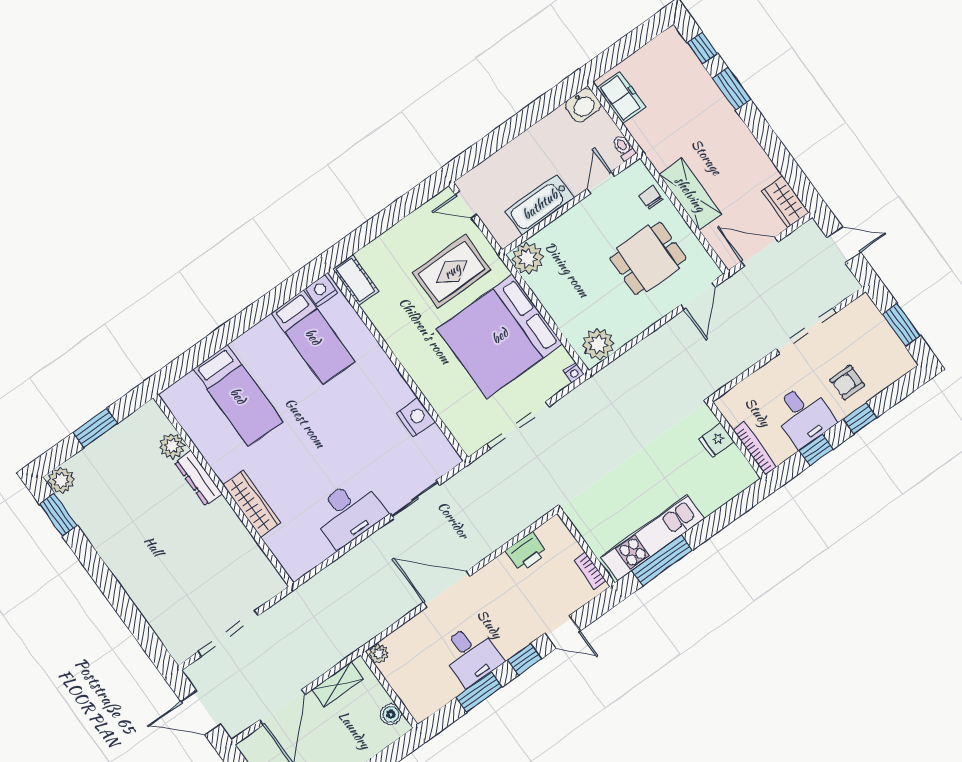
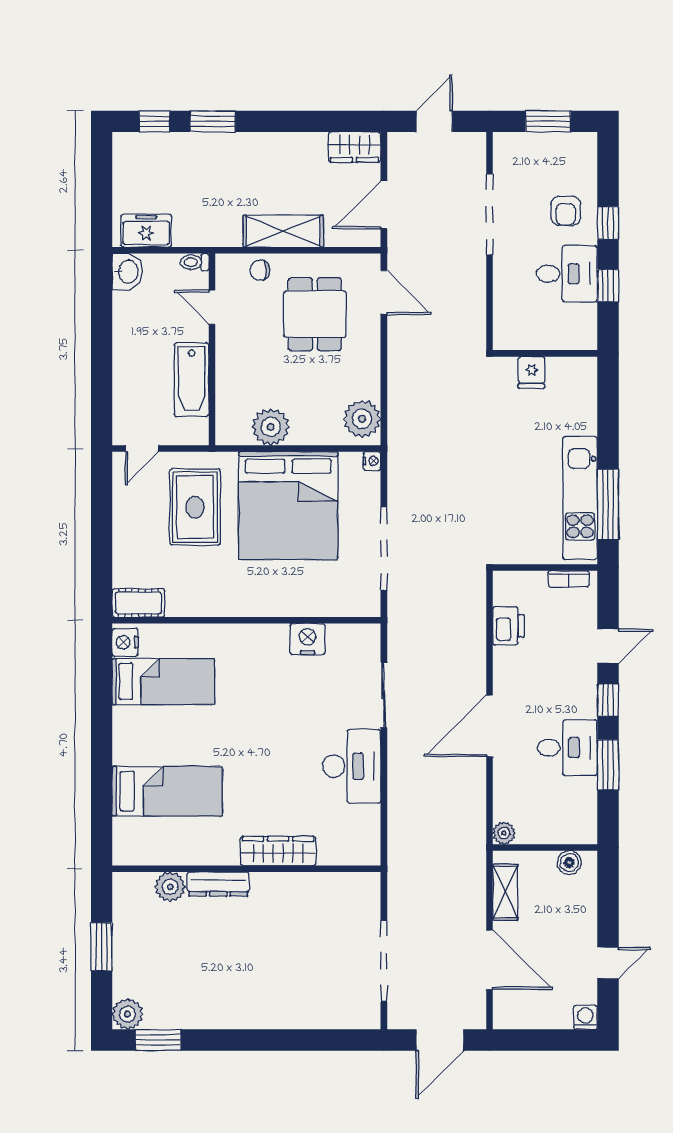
plant: (528, 258) -> (271, 427), moved
bookcase: (755, 448) -> (565, 342), removed

